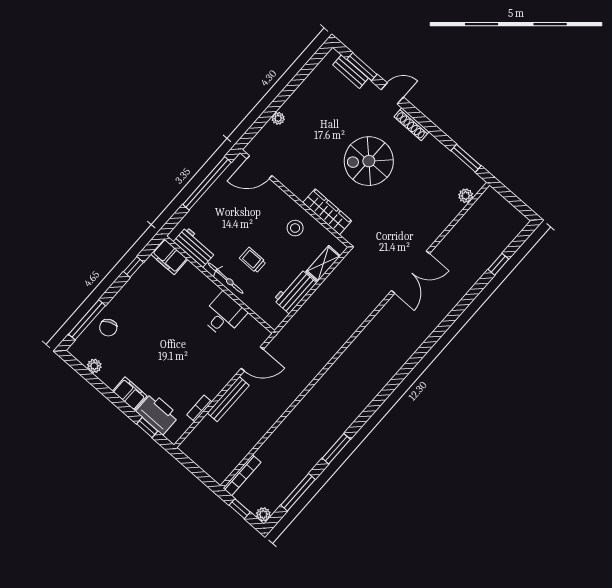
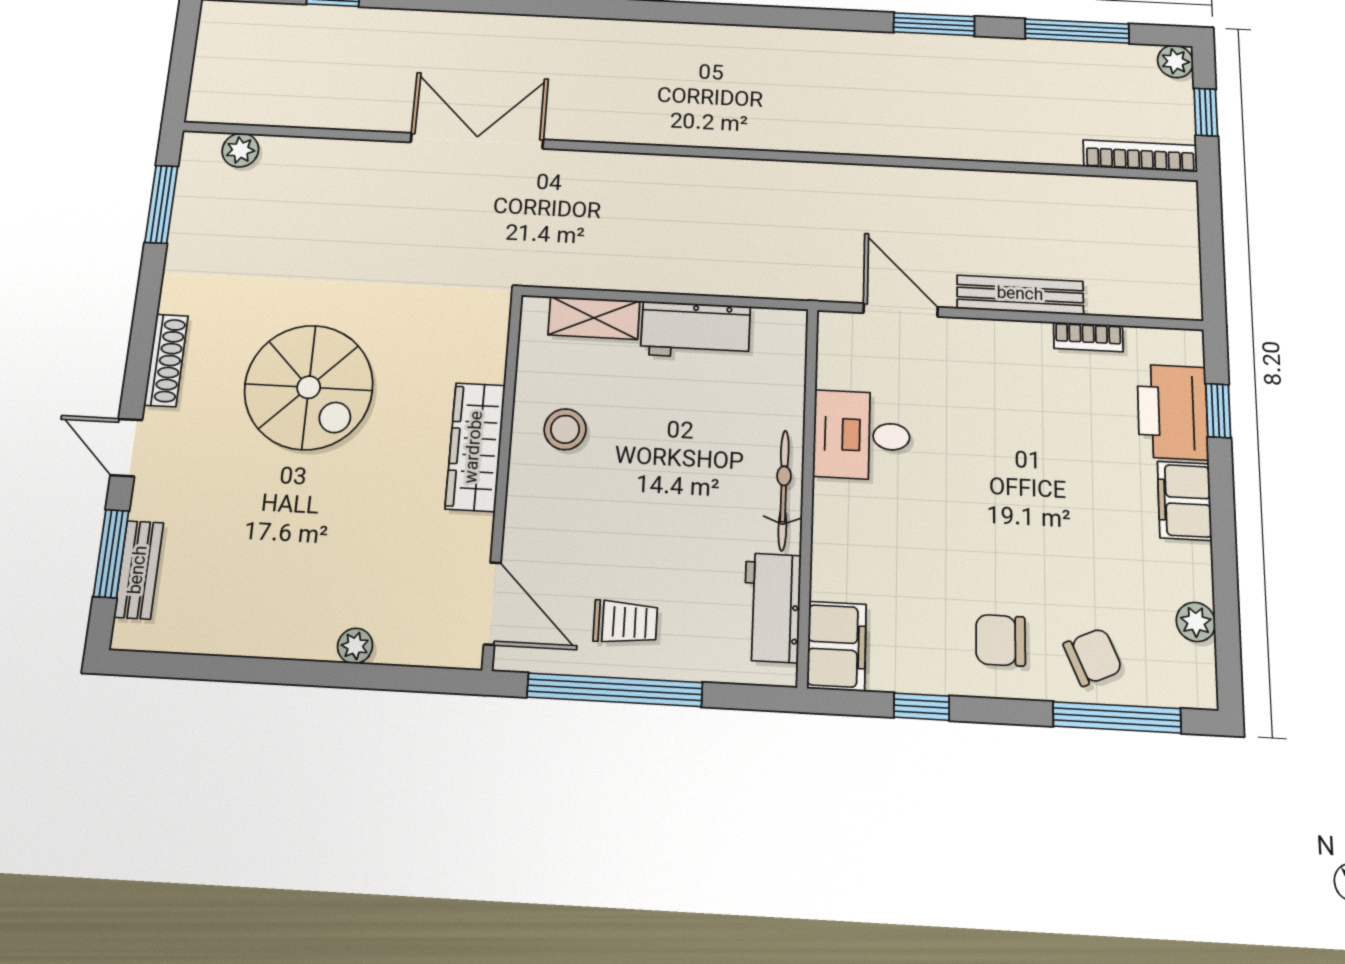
wardrobe: (327, 212) -> (475, 447), moved
trolley: (253, 260) -> (625, 622), moved, turned -90
chair: (134, 305) -> (1001, 640), added

